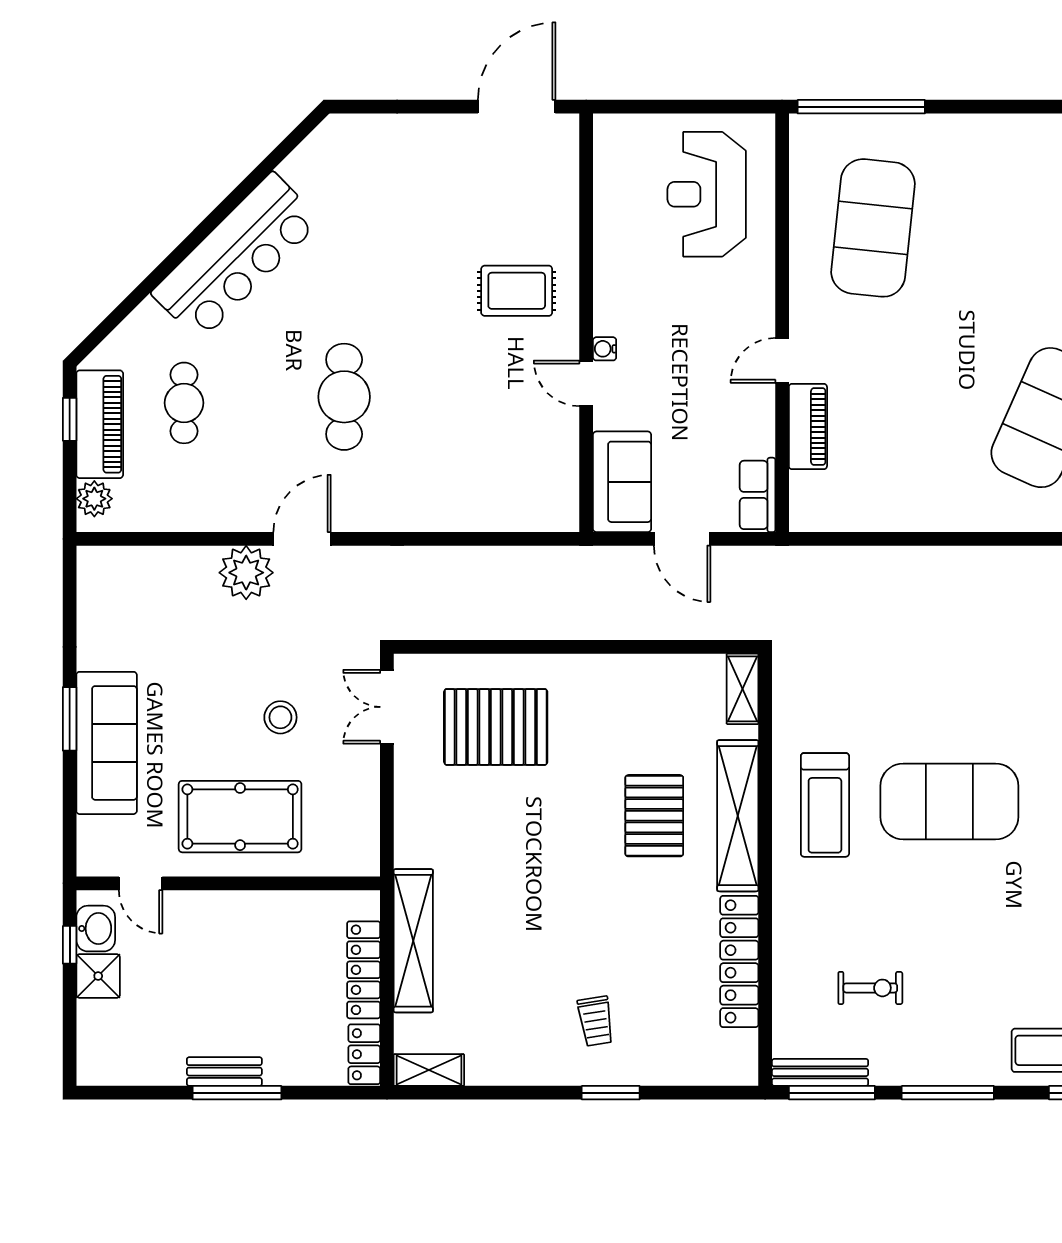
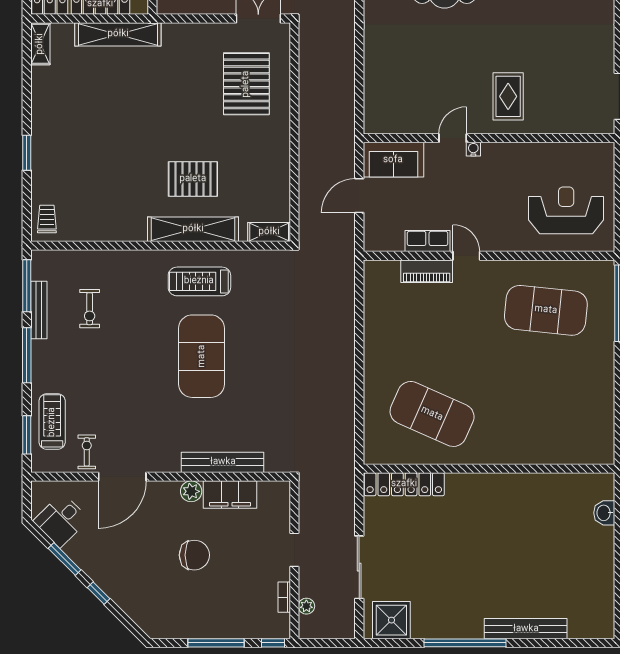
row of seats: (758, 495) -> (427, 241), moved
locker: (739, 961) -> (105, 230), removed
trolley: (596, 1021) -> (47, 219), moved, turned 99
bench: (820, 1072) -> (39, 310), moved

